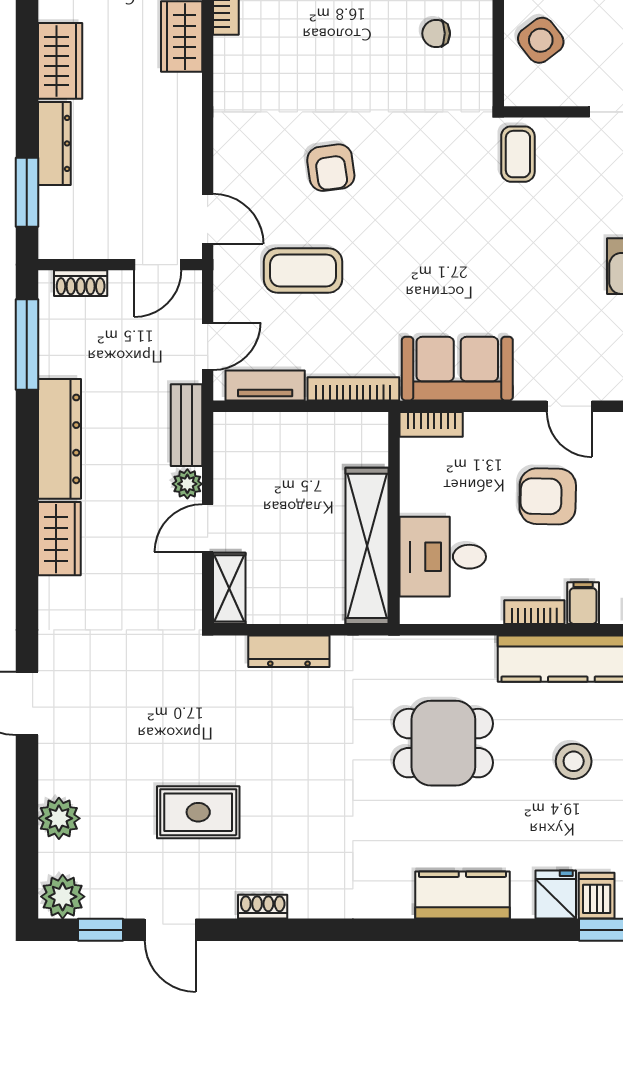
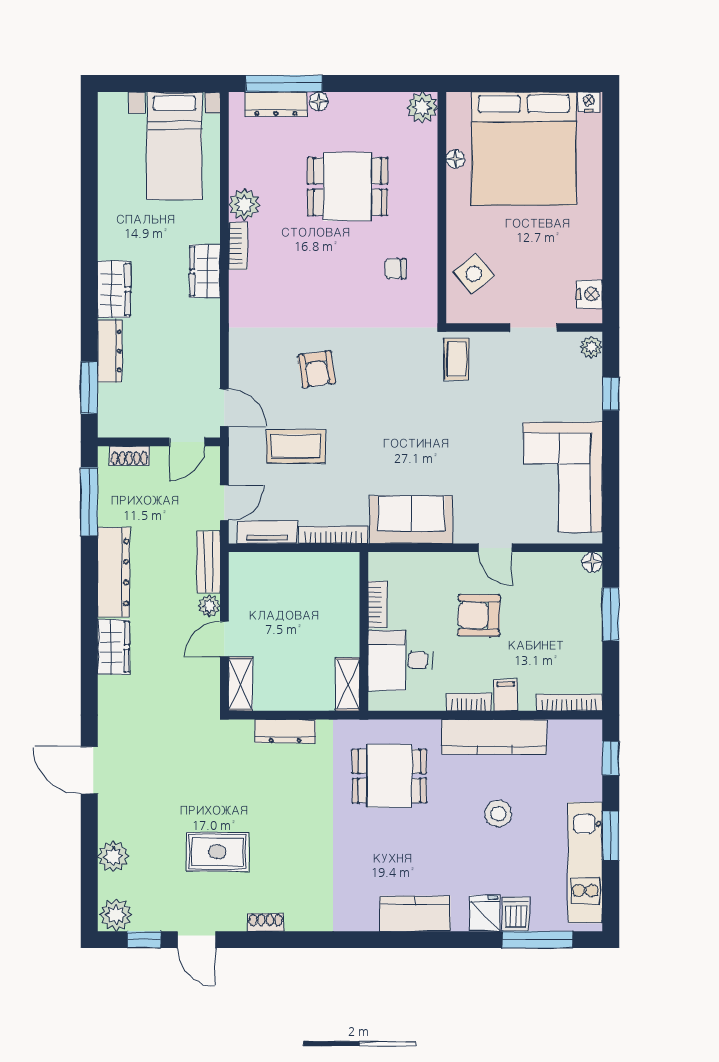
bookcase: (431, 424) -> (377, 605), moved, turned -90
shelving: (367, 546) -> (348, 684), width x0.45, depth x0.75
dining table: (443, 743) -> (389, 776), moved

